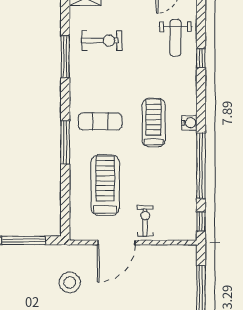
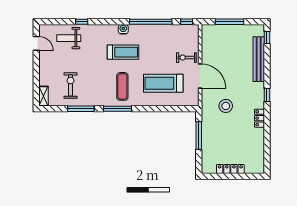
weight bench: (175, 38) -> (69, 38), turned 180
treadmill: (154, 123) -> (123, 52), turned 180
window: (65, 142) -> (117, 109), moved

